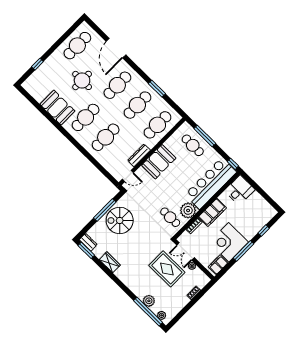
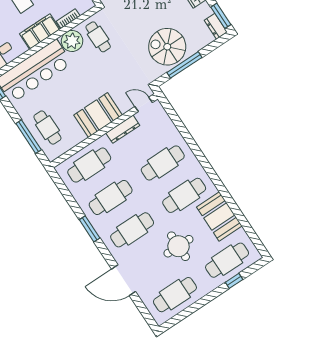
door: (116, 48) -> (124, 280), swing flipped
cafe table: (45, 78) -> (227, 260), added
window: (157, 89) -> (90, 229), moved
spiral stairs: (120, 220) -> (167, 47), turned 180

